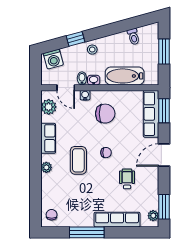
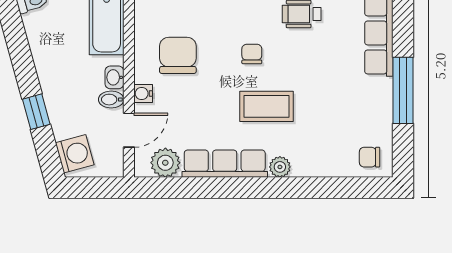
stool: (92, 50) -> (57, 80), removed
row of seats: (48, 138) -> (225, 164), width x1.48

